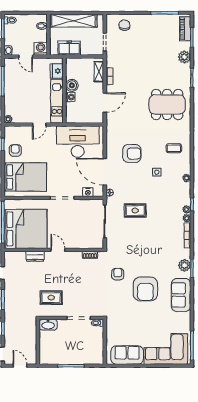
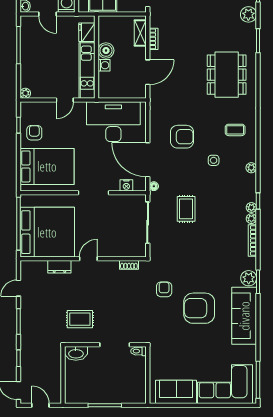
dining table: (167, 104) -> (227, 75), turned 90
rug: (135, 211) -> (186, 209), turned 90
door: (58, 250) -> (88, 259), hinge flipped
armchair: (145, 289) -> (199, 308), turned 90
sofa: (181, 295) -> (244, 316), width x1.36

